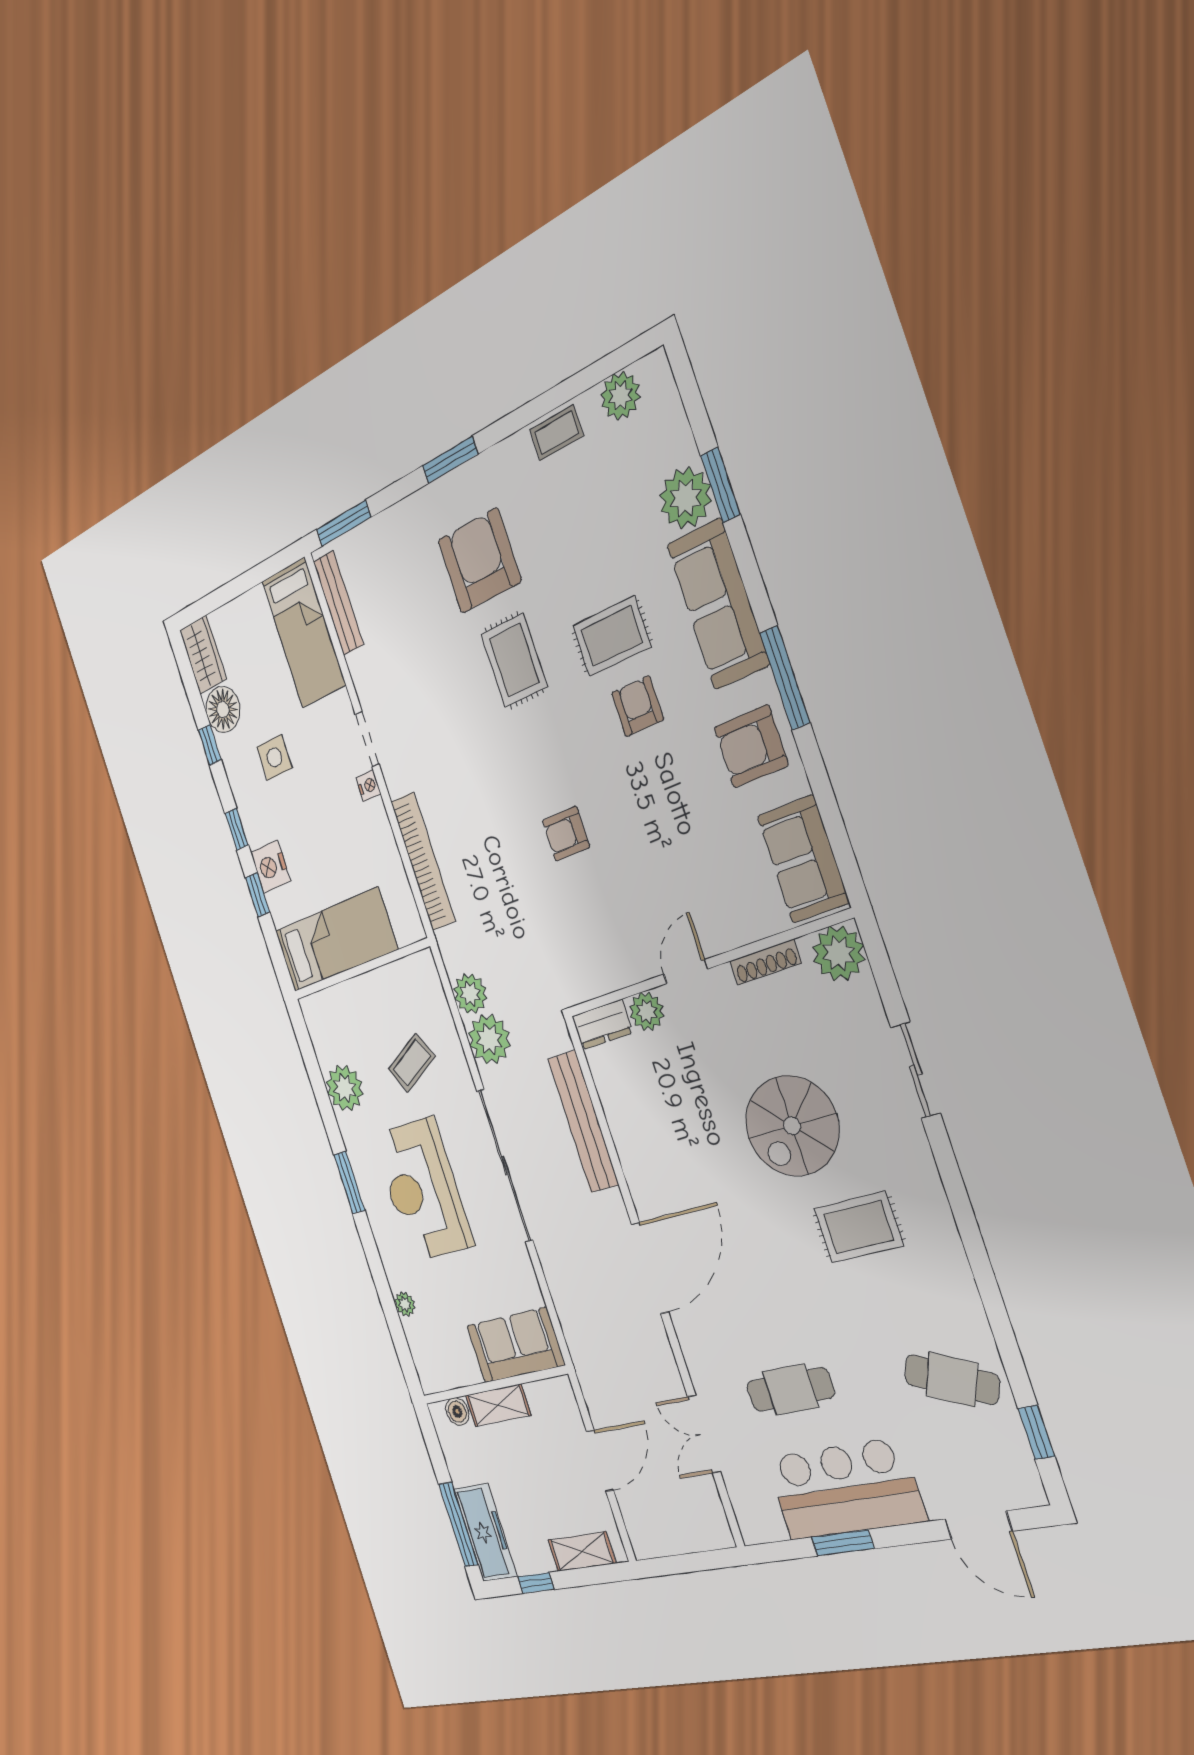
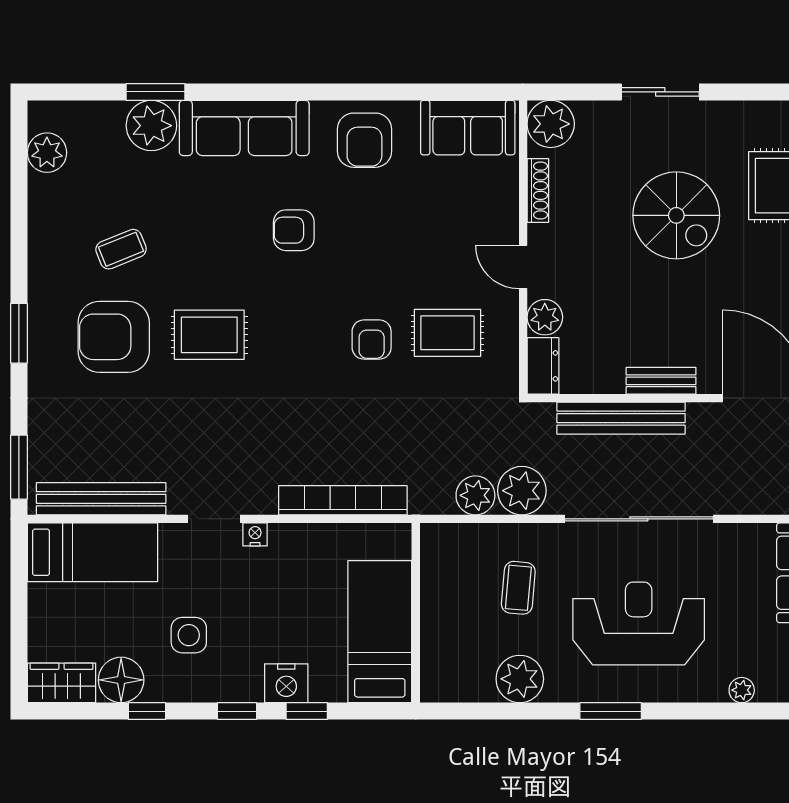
coffee table: (557, 433) -> (121, 249), moved, turned 68
bench: (338, 603) -> (101, 499), width x1.37, depth x1.21
rug: (612, 636) -> (447, 333), moved, turned 90
window: (785, 678) -> (323, 92), removed
coffee table: (412, 1063) -> (518, 588), turned 33
bench: (630, 1154) -> (661, 381), added
reception desk: (423, 1190) -> (639, 623), turned 180

